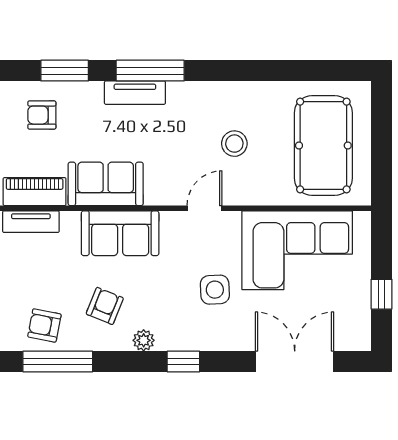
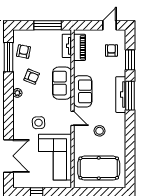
tv unit: (135, 93) -> (121, 95), width x1.41
sofa: (106, 184) -> (83, 91), moved
window: (183, 361) -> (8, 110), removed

